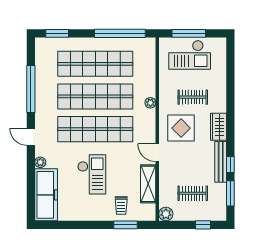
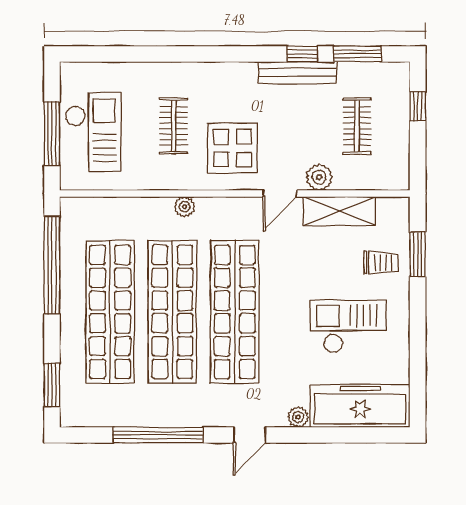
wardrobe: (219, 127) -> (230, 77), removed
checkout: (92, 174) -> (348, 326), moved
plant: (166, 214) -> (319, 177), moved

